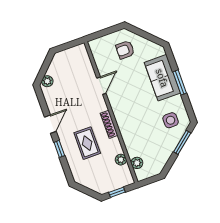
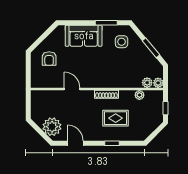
plant: (47, 81) -> (52, 127), width x1.88, depth x1.88
window: (180, 82) -> (106, 23), moved
door: (50, 124) -> (75, 143), moved
window: (182, 142) -> (151, 48), moved
plant: (141, 175) -> (158, 83), added

